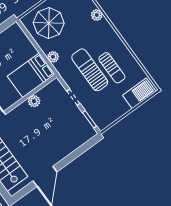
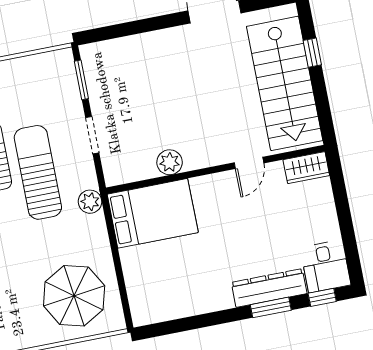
plant: (53, 57) -> (90, 202), moved
sun lounger: (90, 70) -> (38, 172), turned 180

